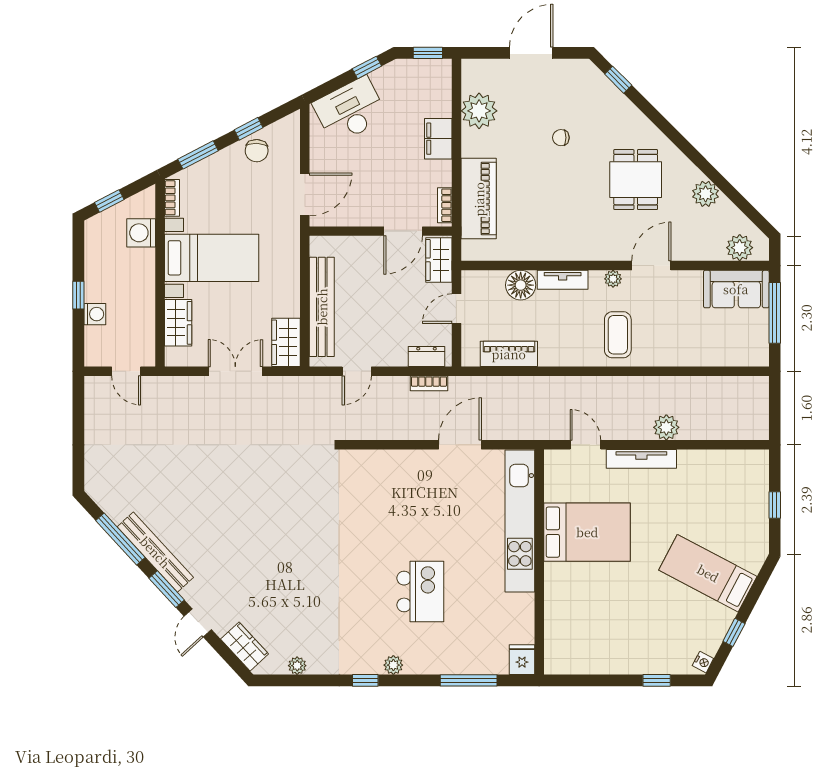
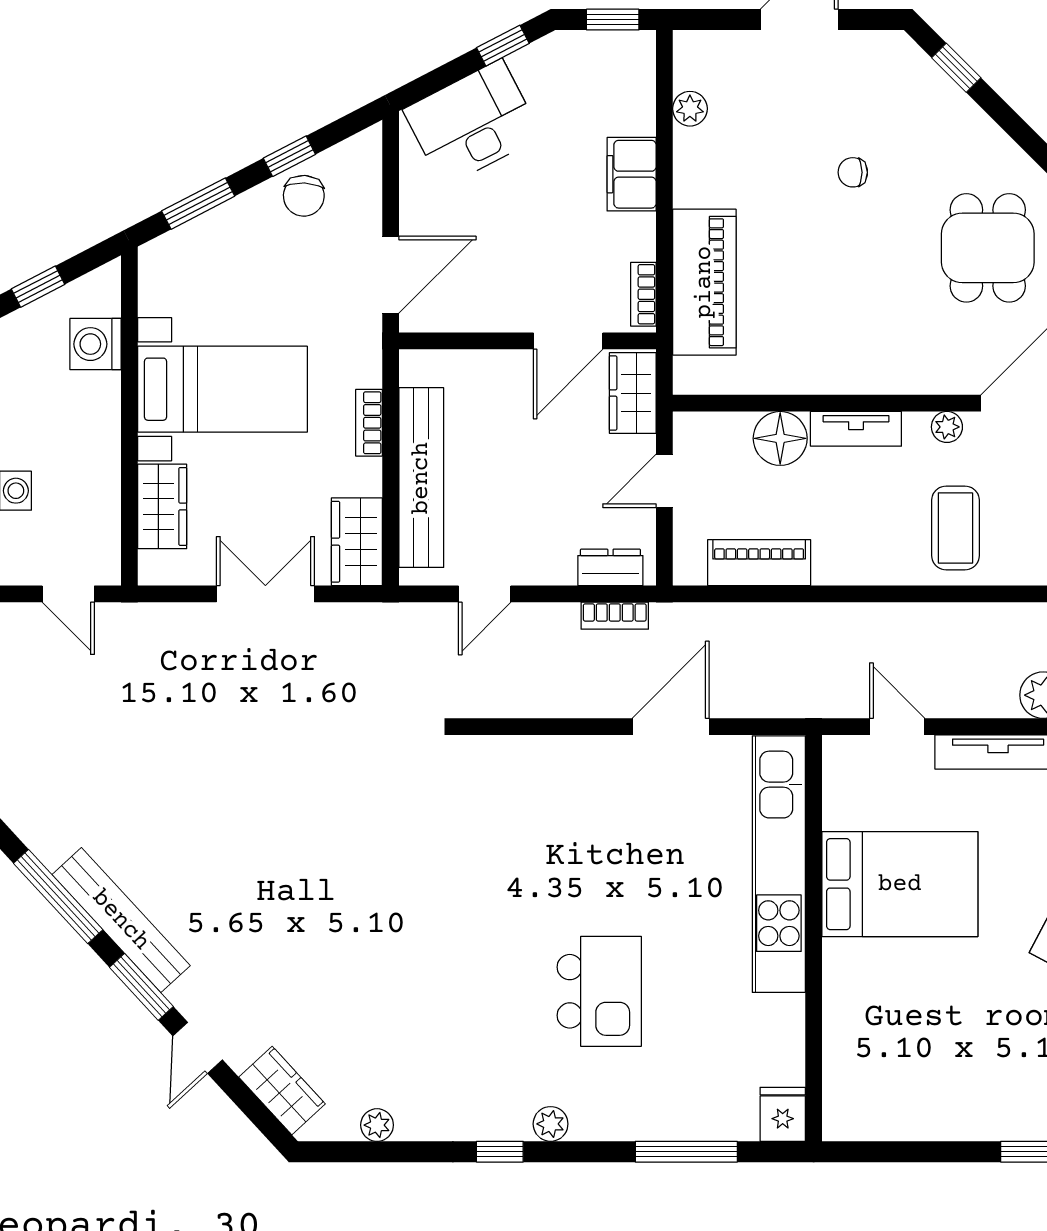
plant: (479, 111) -> (690, 109), width x0.53, depth x0.53
bookcase: (172, 198) -> (369, 423), moved, turned 180

